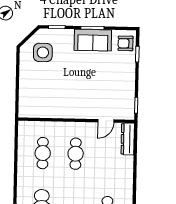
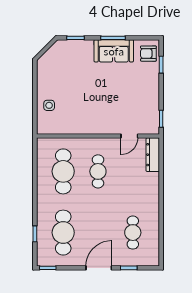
side table: (43, 52) -> (49, 105), moved, width x0.54, depth x0.54
cafe table: (43, 153) -> (63, 171), width x1.37, depth x1.35

